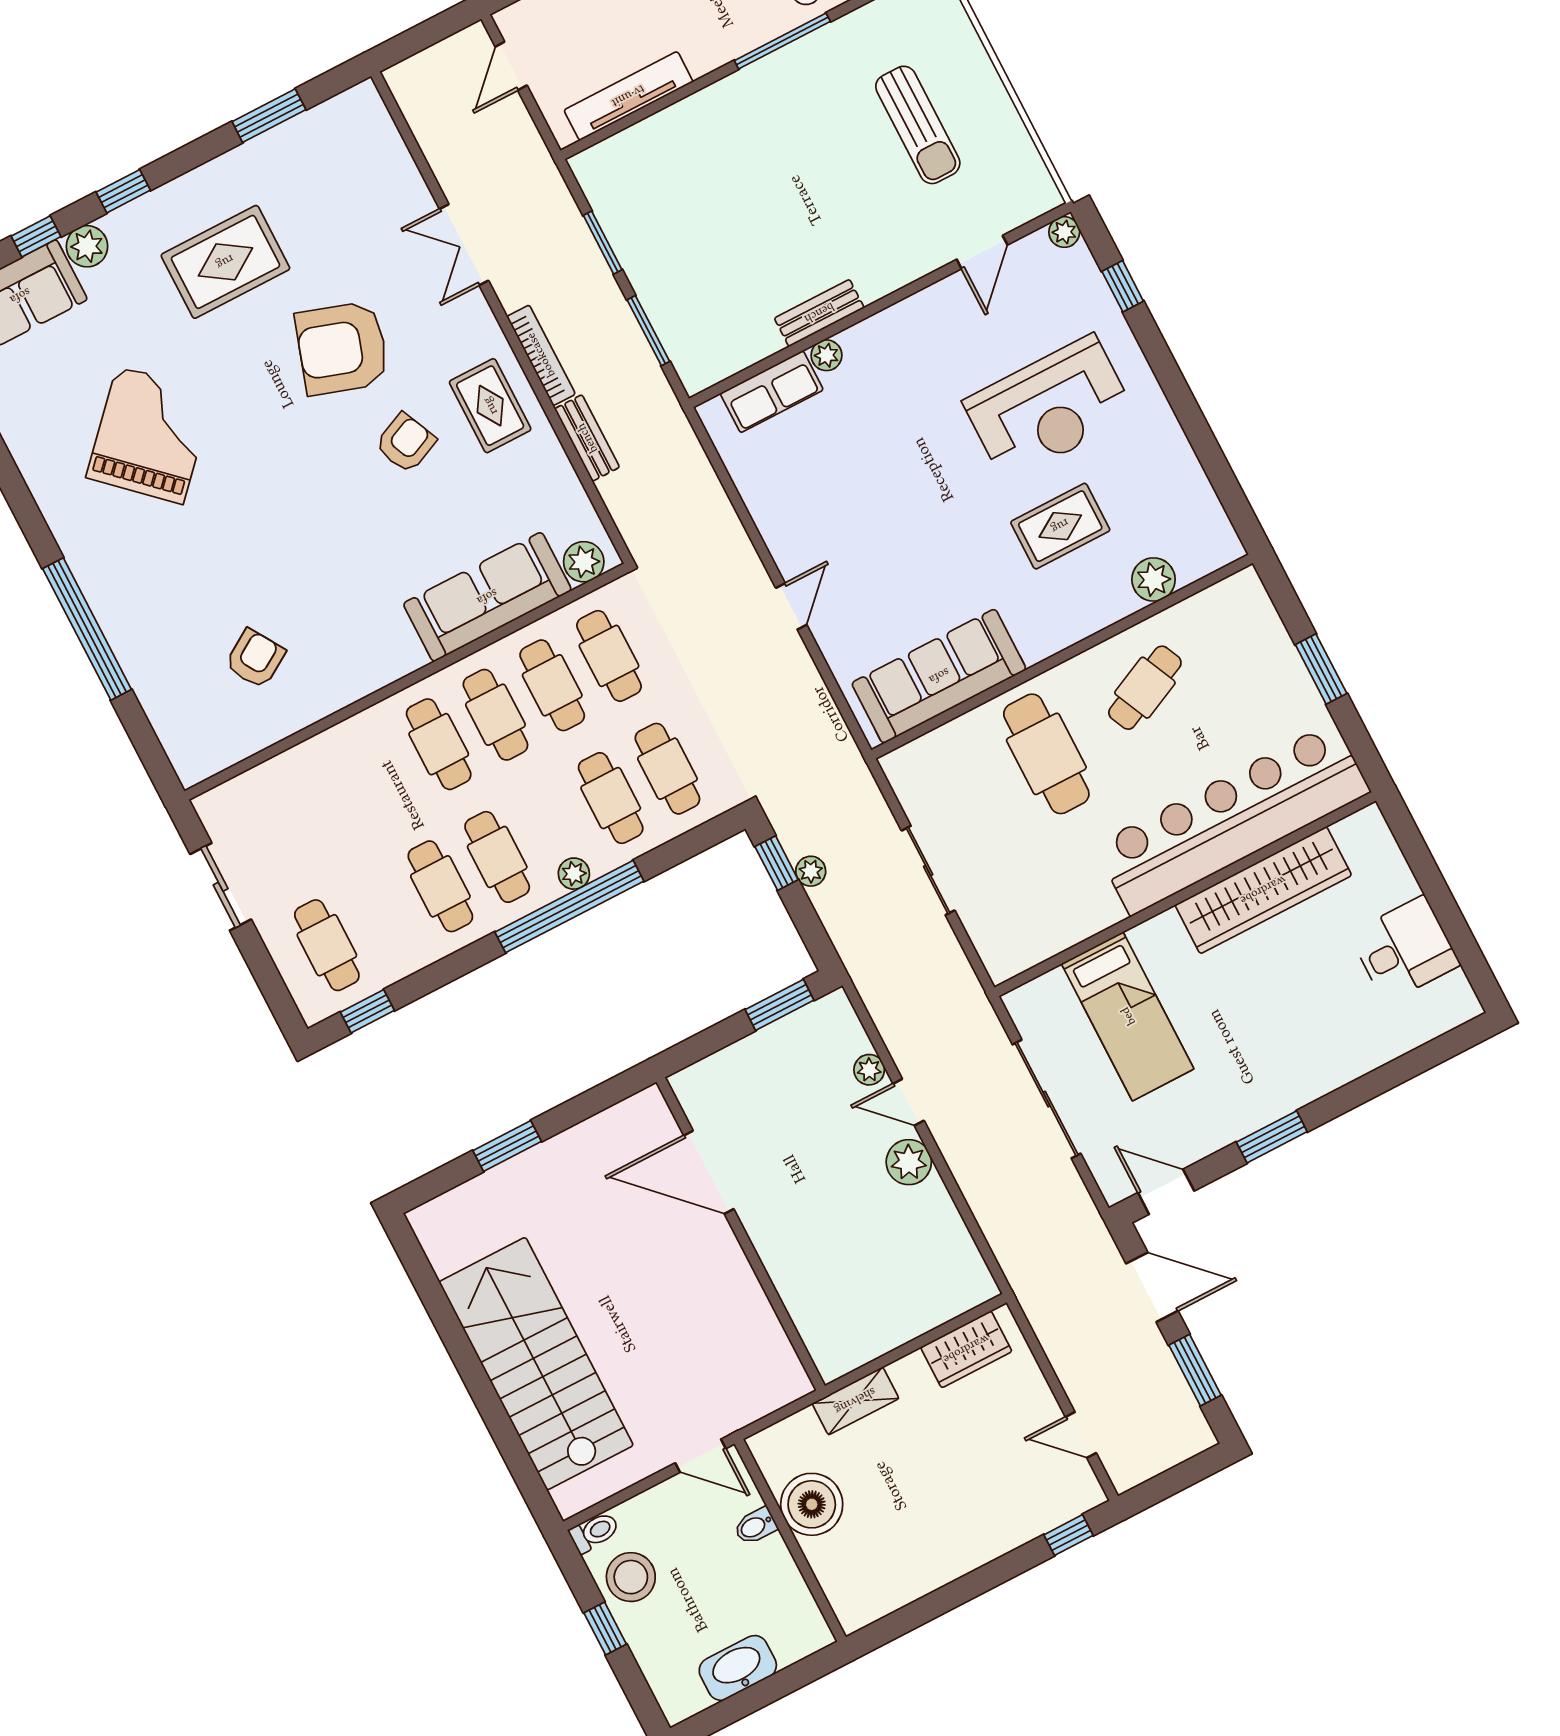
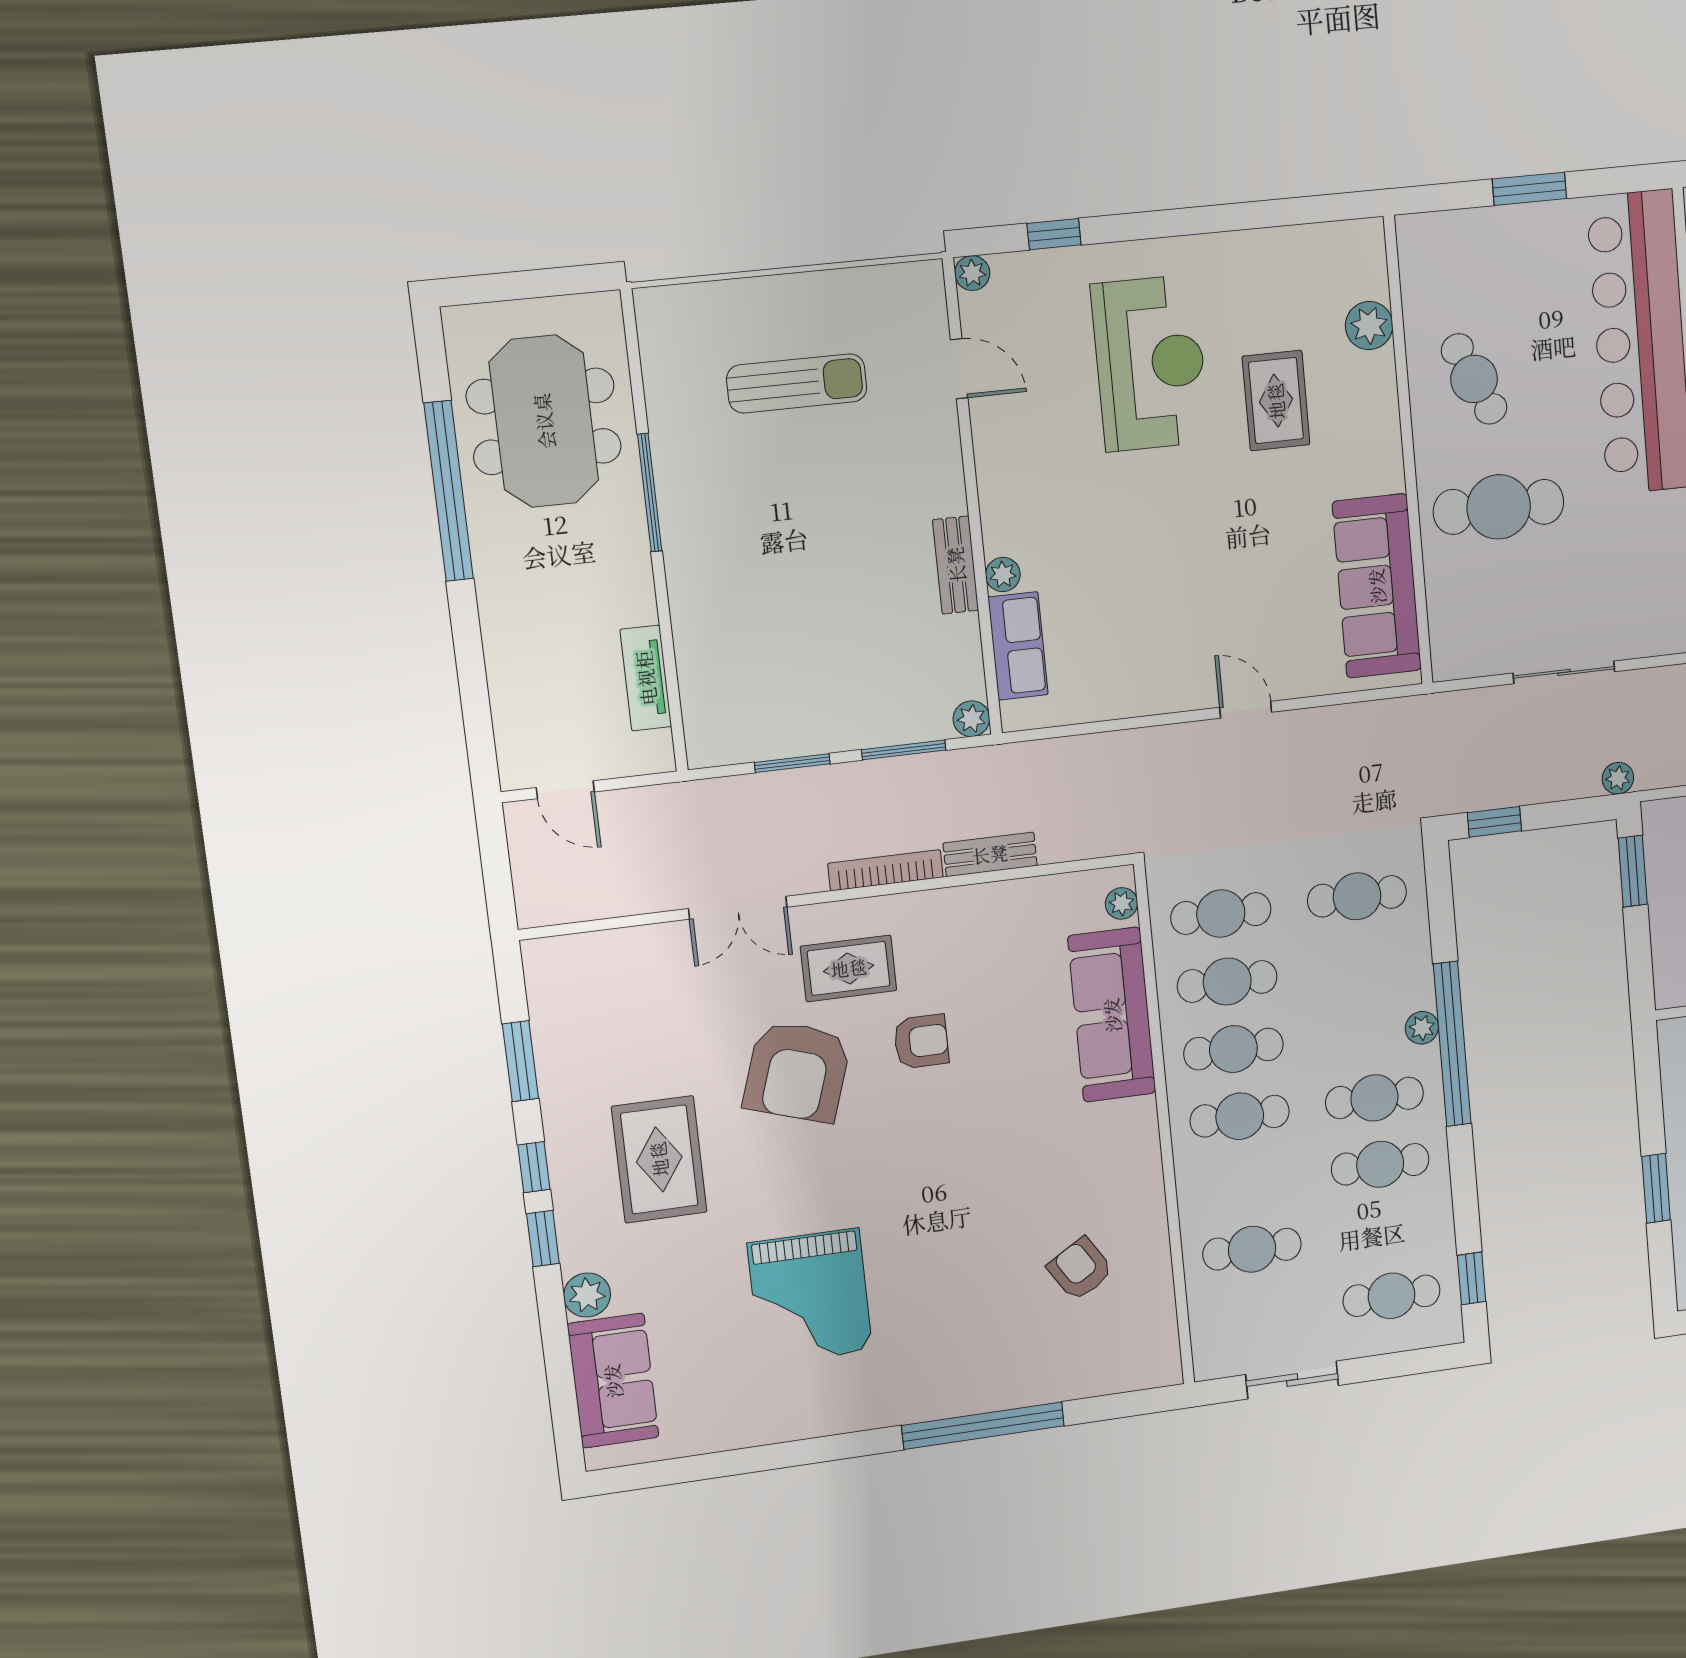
tv unit: (628, 96) -> (646, 678), width x0.71
window: (36, 236) -> (534, 1167), moved
plant: (696, 377) -> (971, 719), added
rug: (490, 406) -> (849, 968), moved
grand piano: (150, 435) -> (810, 1297), turned -133
armchair: (405, 443) -> (921, 1041), turned 114
plant: (584, 562) -> (1122, 903), width x0.73, depth x0.73
cafe table: (611, 798) -> (1252, 1249), moved
plant: (811, 871) -> (1618, 778), moved

